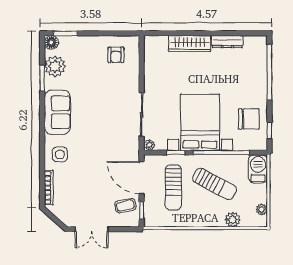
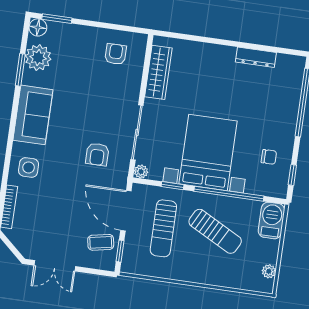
wardrobe: (190, 44) -> (158, 72), moved, turned -90
armchair: (116, 55) -> (116, 54), turned 180
chair: (249, 119) -> (269, 157), width x0.54, depth x0.54
armchair: (113, 136) -> (97, 154), added
plant: (233, 220) -> (231, 279), removed

